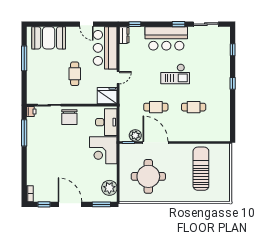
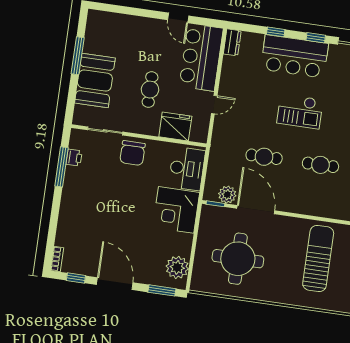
window: (135, 24) -> (276, 32), moved
booth: (49, 38) -> (95, 80), moved, turned 90
fridge: (107, 96) -> (175, 126), moved
printer: (31, 112) -> (74, 158), moved

